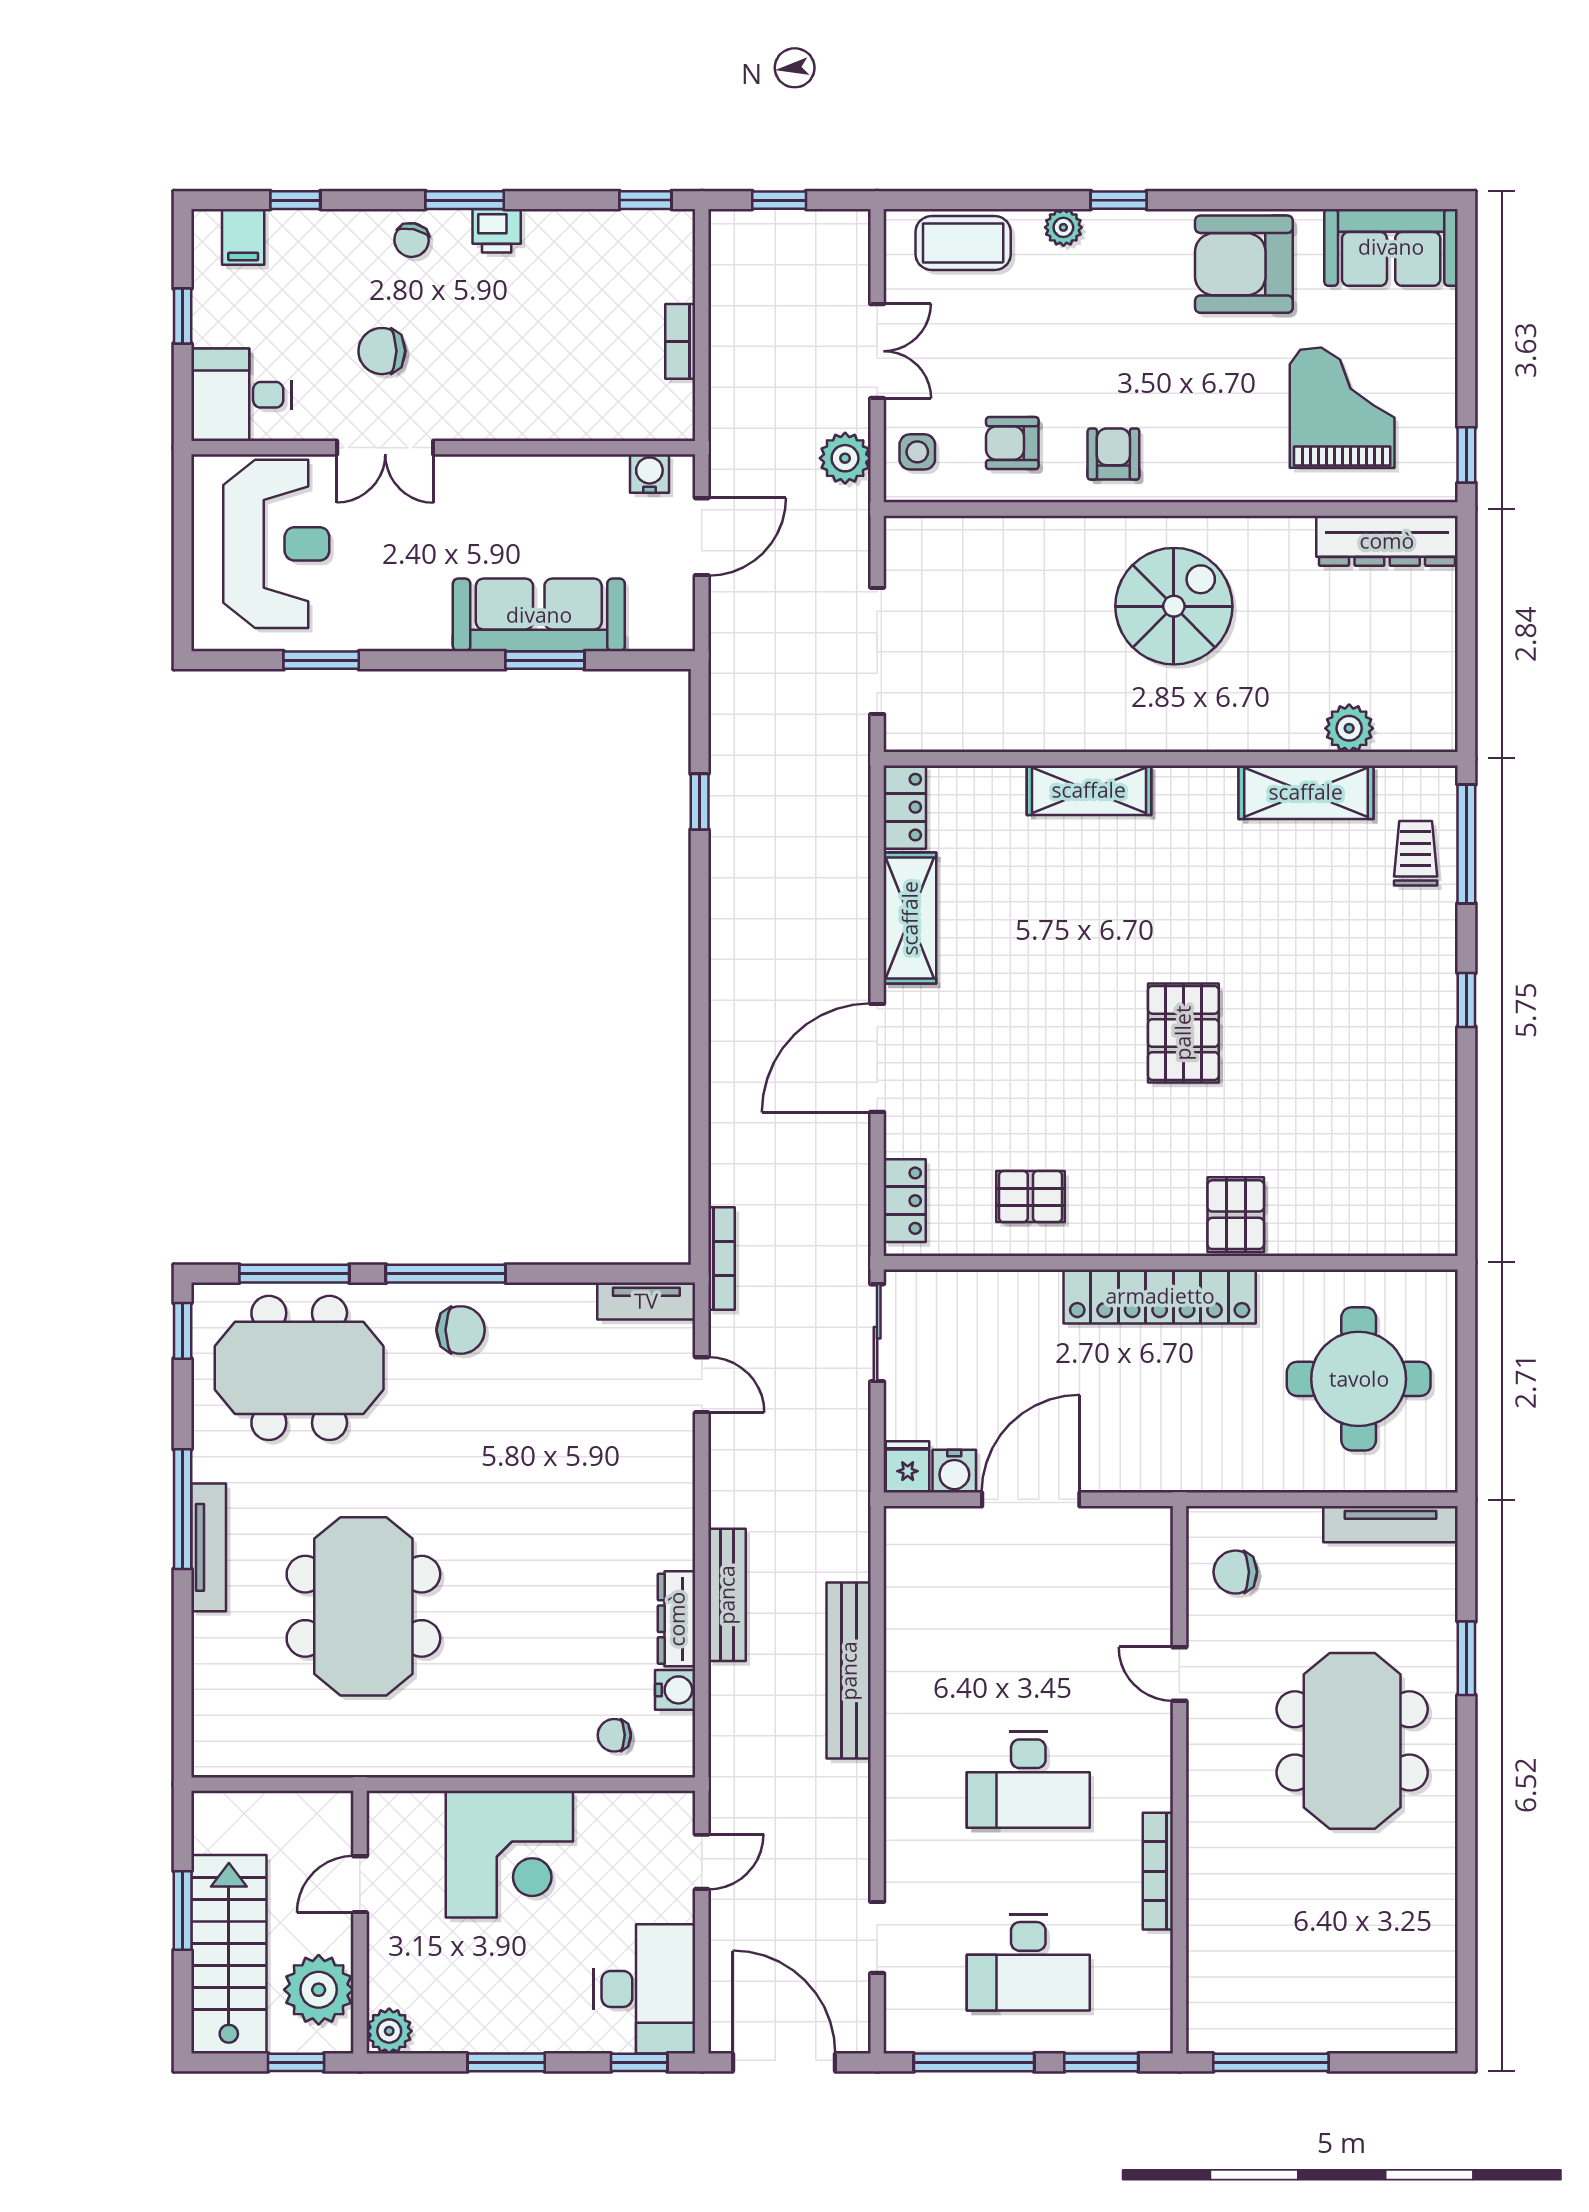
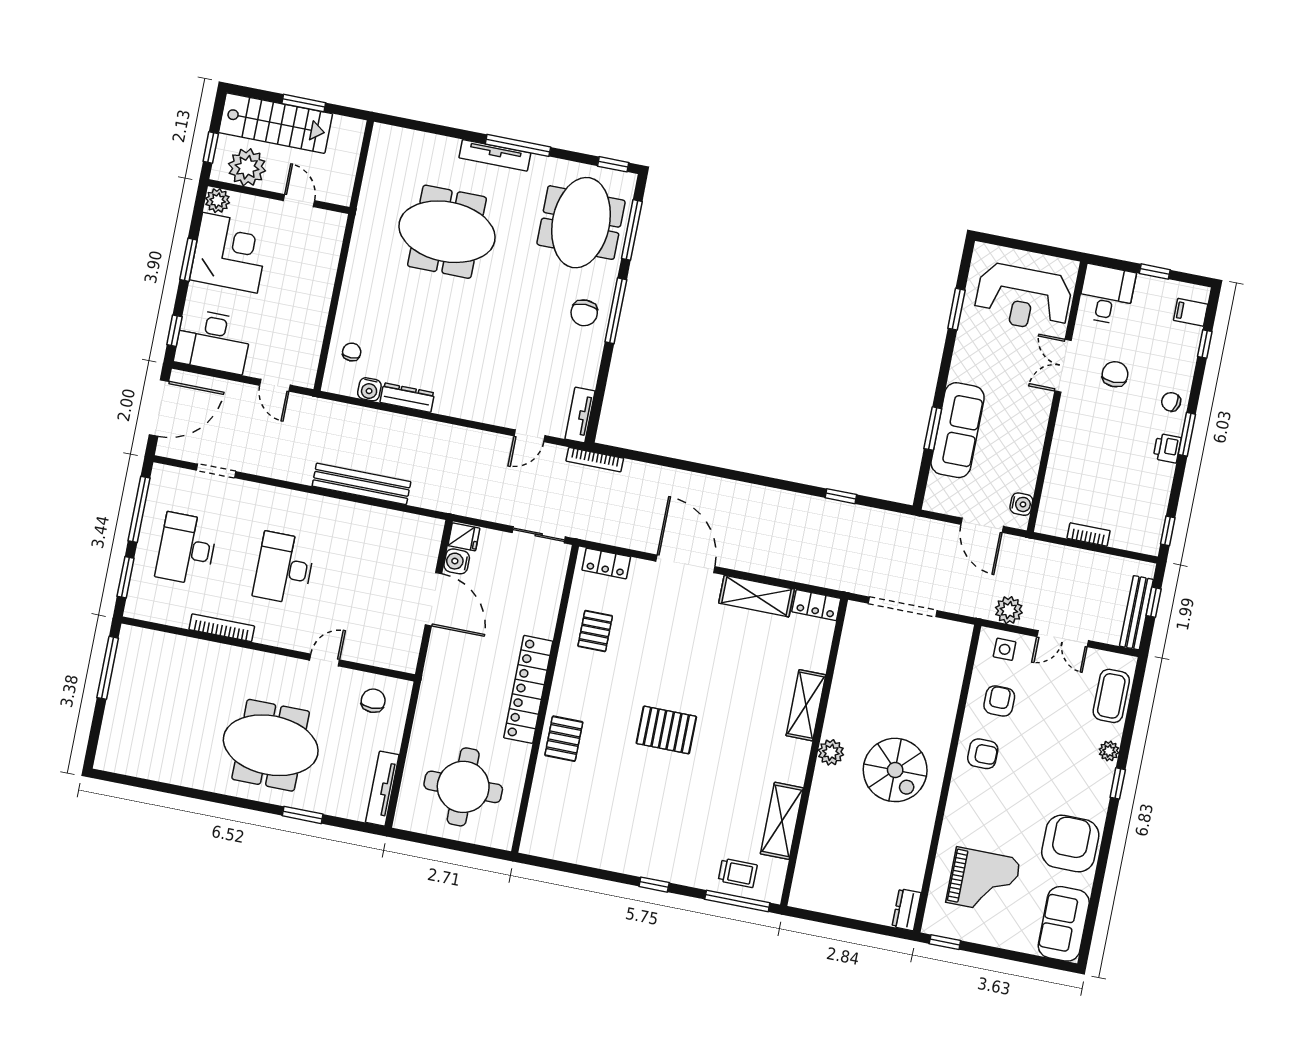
dresser: (1387, 541) -> (906, 910), width x0.51, depth x0.80
plant: (1349, 728) -> (831, 752), moved
pallet: (1236, 1215) -> (564, 739), turned 90
bench: (727, 1595) -> (1136, 613), moved, turned 90
corner desk: (509, 1854) -> (230, 253), moved, turned 180

